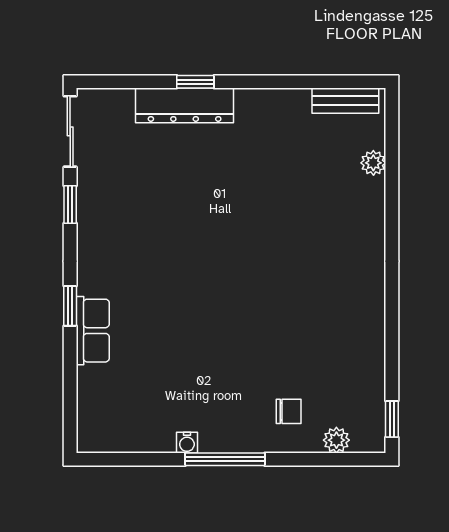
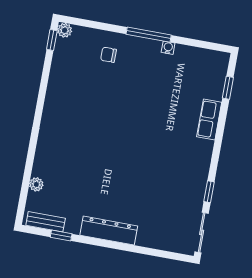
window: (195, 82) -> (61, 235), moved
dresser: (185, 105) -> (109, 231), moved
window: (70, 306) -> (228, 88), moved
plant: (336, 440) -> (65, 30), moved

